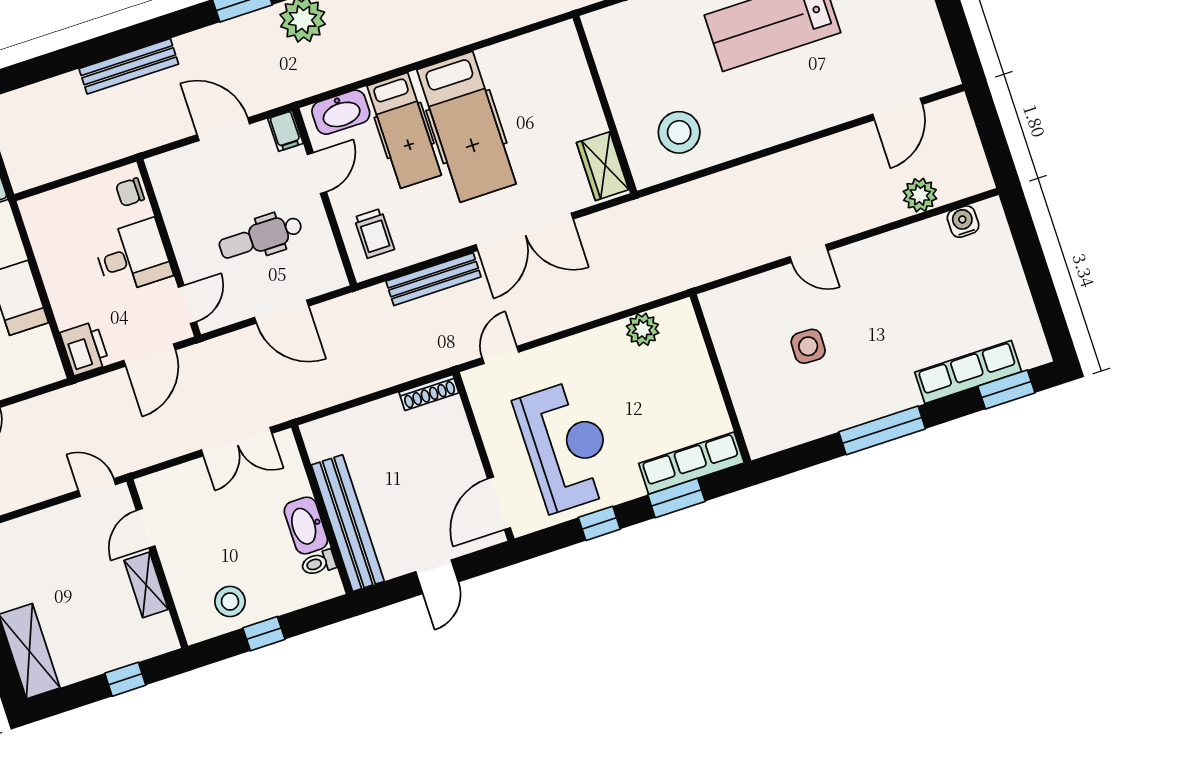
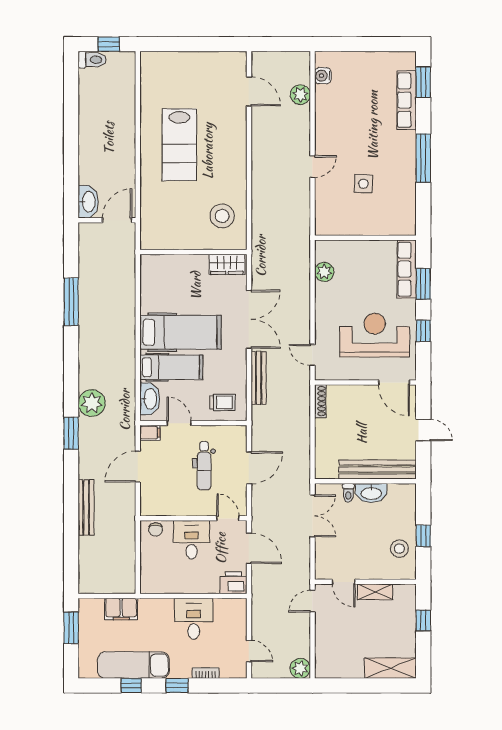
toilet: (318, 563) -> (348, 493), moved

